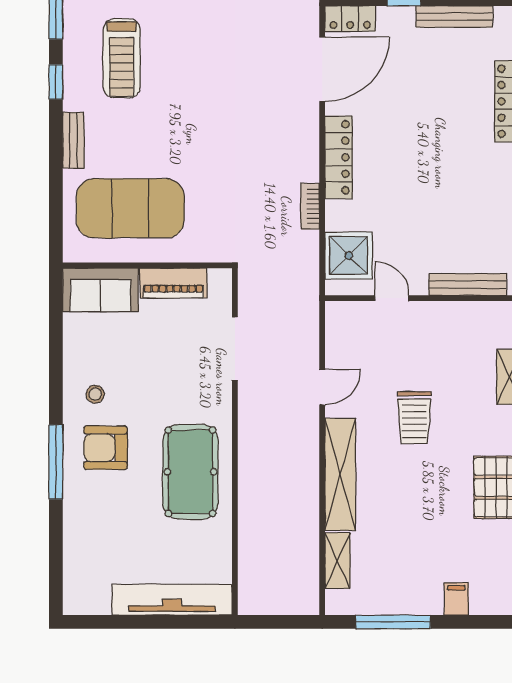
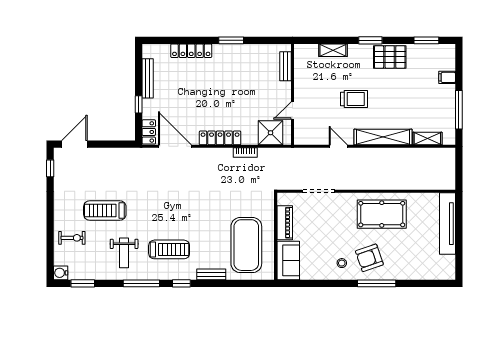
bench: (468, 285) -> (285, 66), width x0.73
armchair: (105, 448) -> (369, 258), turned 71

